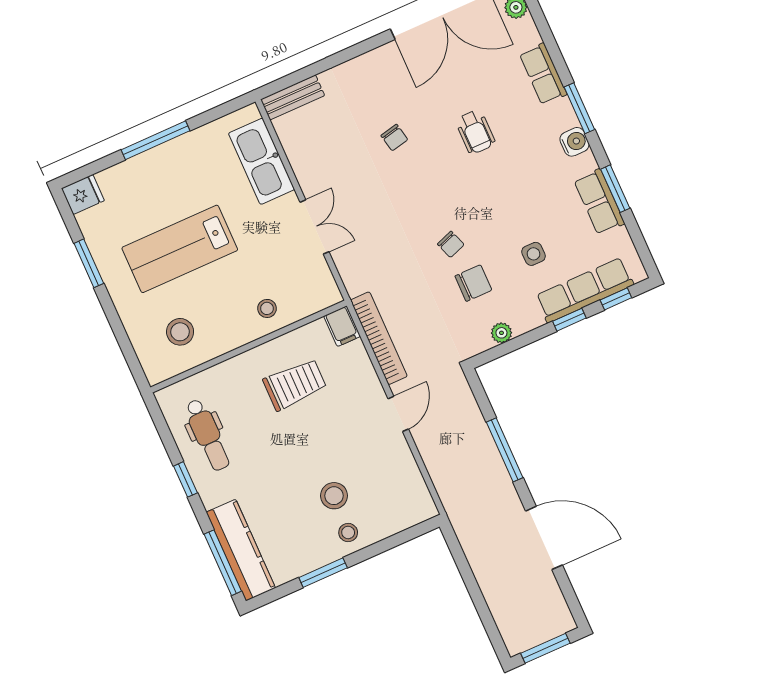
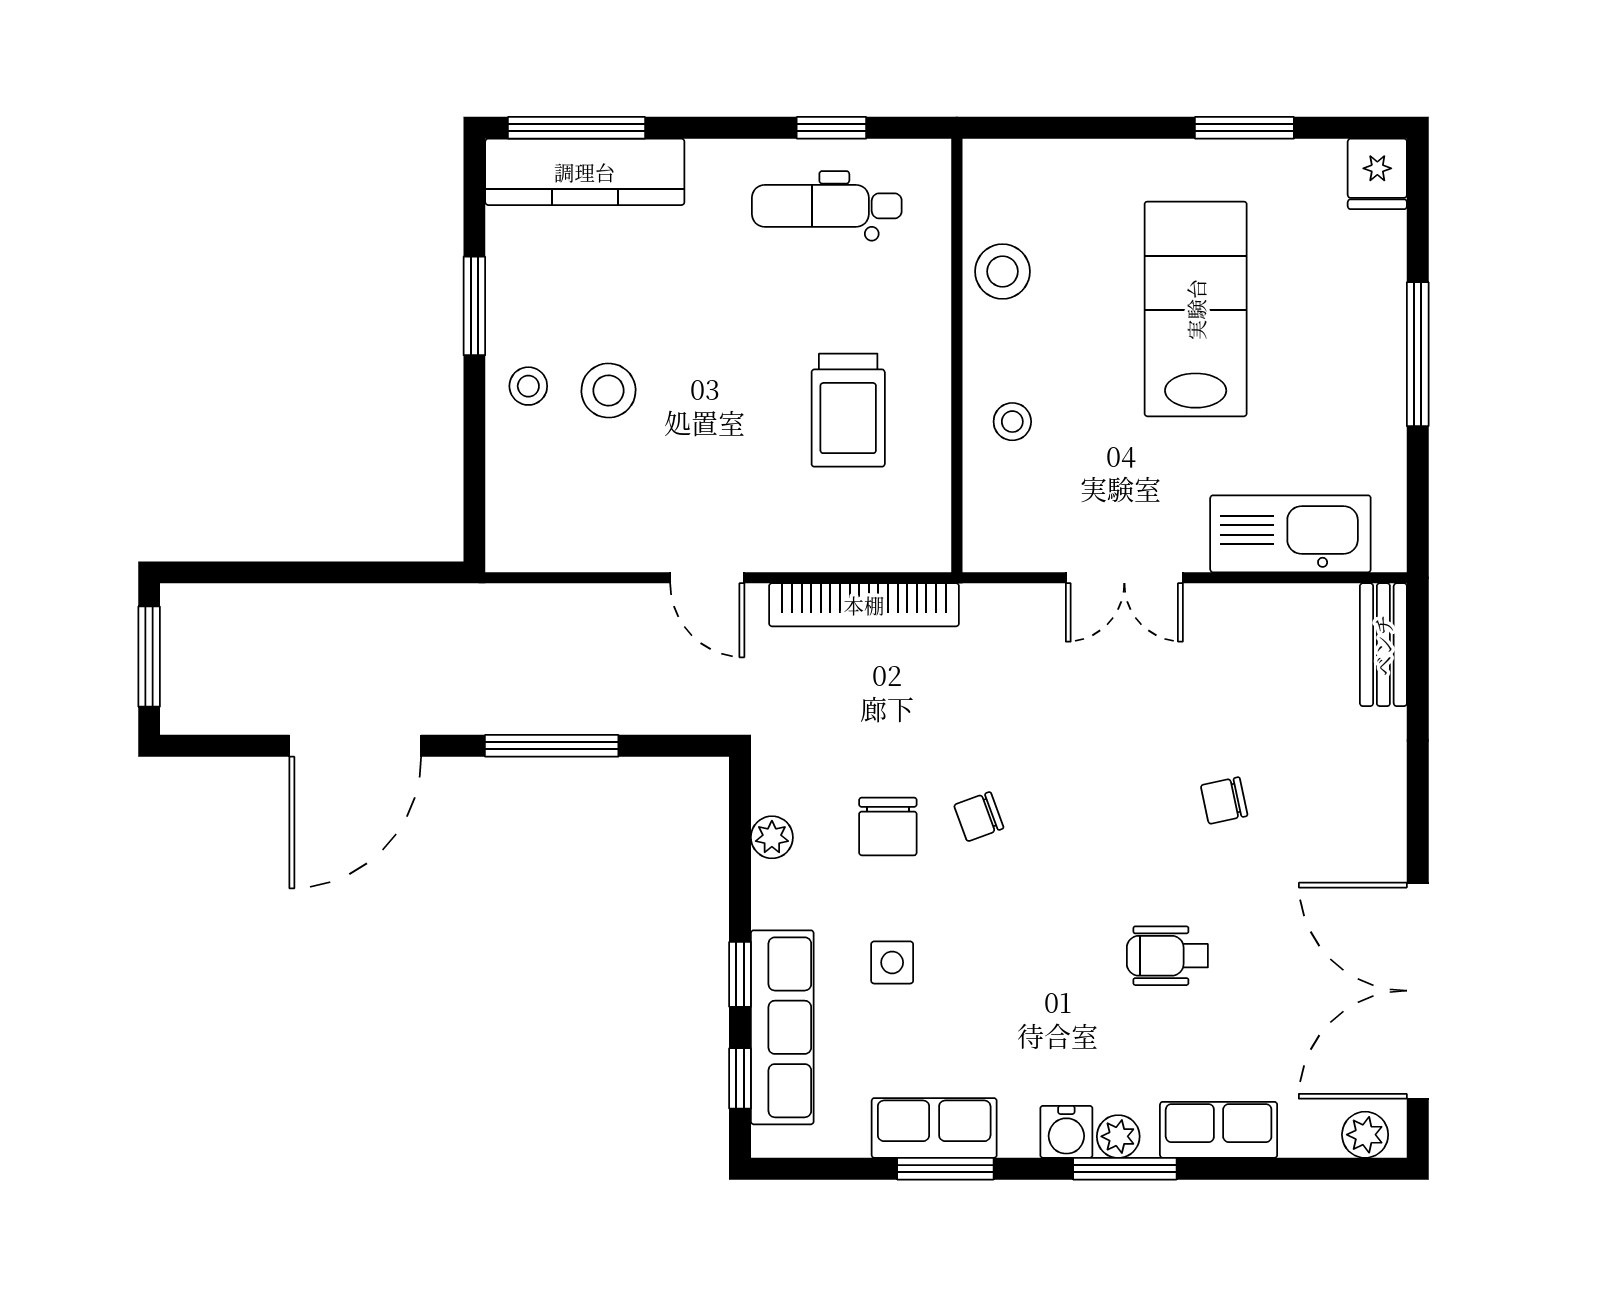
plant: (566, 118) -> (1118, 1136), added
filing cabinet: (342, 326) -> (917, 546), removed
stool: (180, 332) -> (1003, 271), moved
window: (185, 479) -> (831, 128), moved

